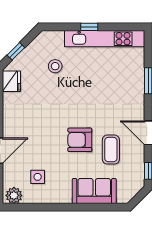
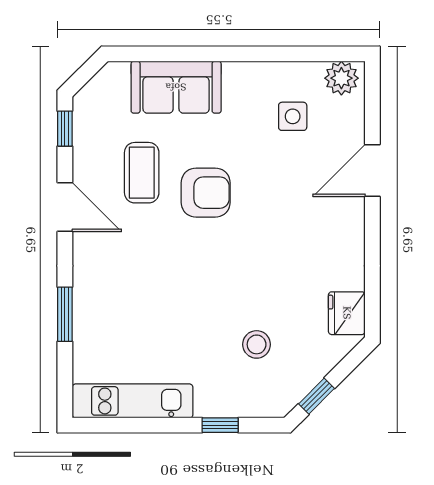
window: (89, 27) -> (220, 425), moved
kitchen unit: (105, 39) -> (133, 401), width x0.73
window: (16, 51) -> (317, 396), moved

